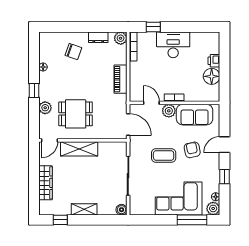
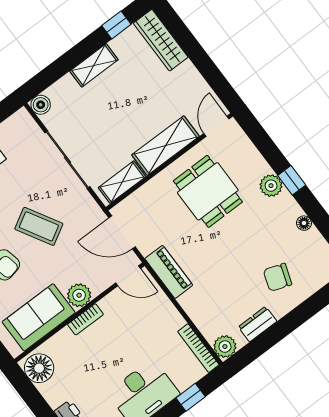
floor lamp: (212, 76) -> (39, 368), moved
piano: (121, 79) -> (169, 272), moved
door: (151, 103) -> (128, 276), moved
plant: (45, 108) -> (271, 186), moved
dining table: (76, 114) -> (208, 191), turned 90
shelving: (111, 147) -> (122, 182), added
coffee table: (164, 155) -> (39, 226), turned 60
wardrobe: (45, 183) -> (161, 40), moved

